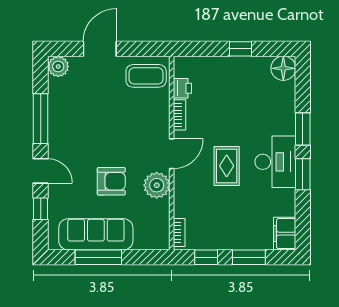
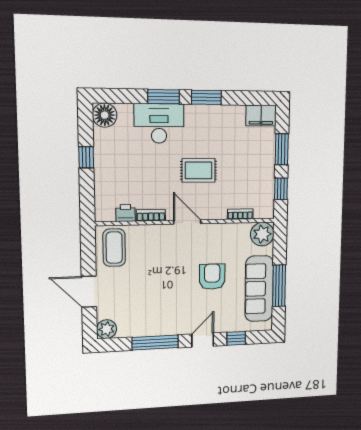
desk: (275, 162) -> (159, 124), moved
plant: (157, 185) -> (262, 234), moved
bookcase: (179, 232) -> (240, 214), moved

